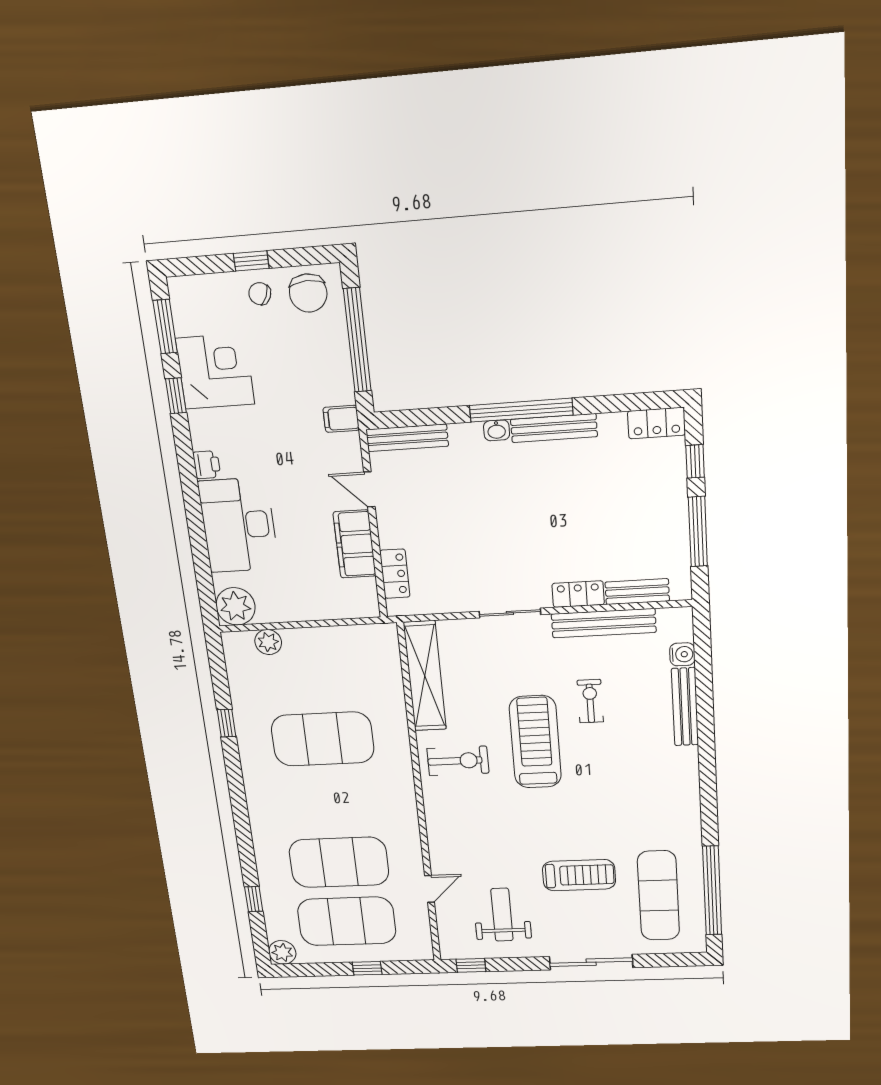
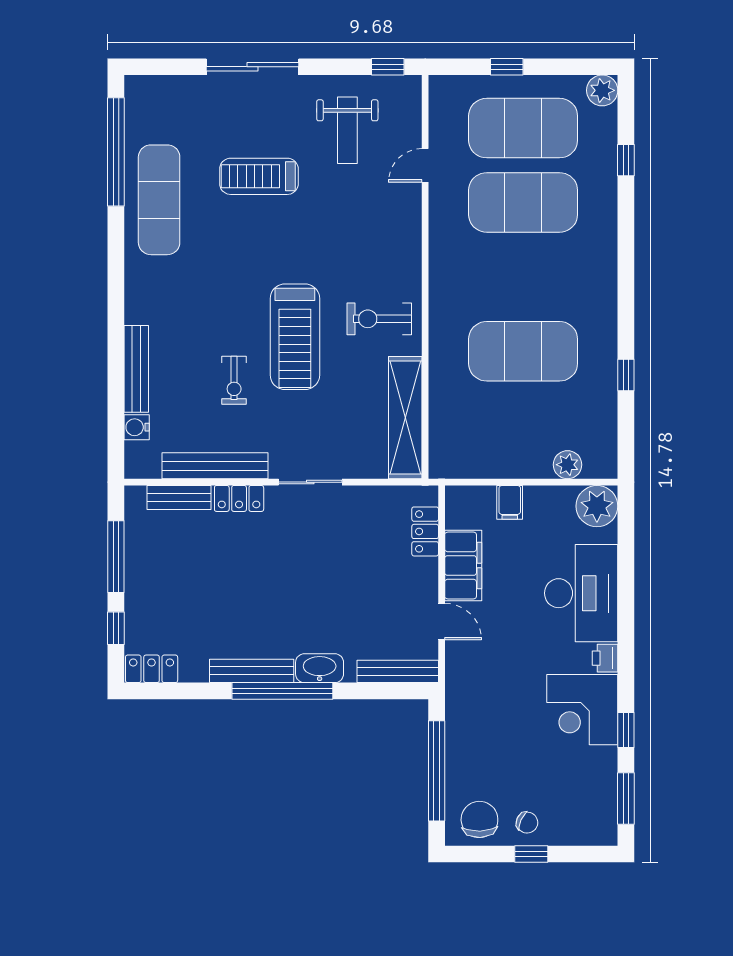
corner desk: (215, 371) -> (582, 710), moved
filing cabinet: (341, 419) -> (510, 502), moved, turned 90
washbasin: (497, 430) -> (320, 668), width x1.91, depth x1.45
exercise mat: (658, 896) -> (159, 200), moved

